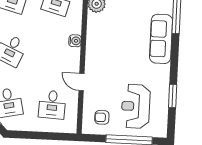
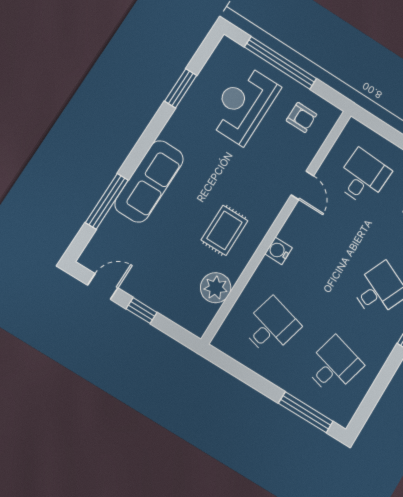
rug: (109, 36) -> (224, 230), added
reception desk: (136, 106) -> (243, 105), turned 180

